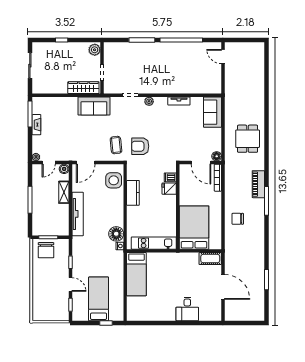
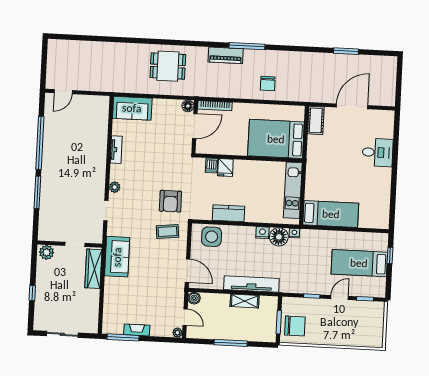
shelving: (64, 192) -> (245, 301), moved
nightstand: (119, 221) -> (262, 233), added

